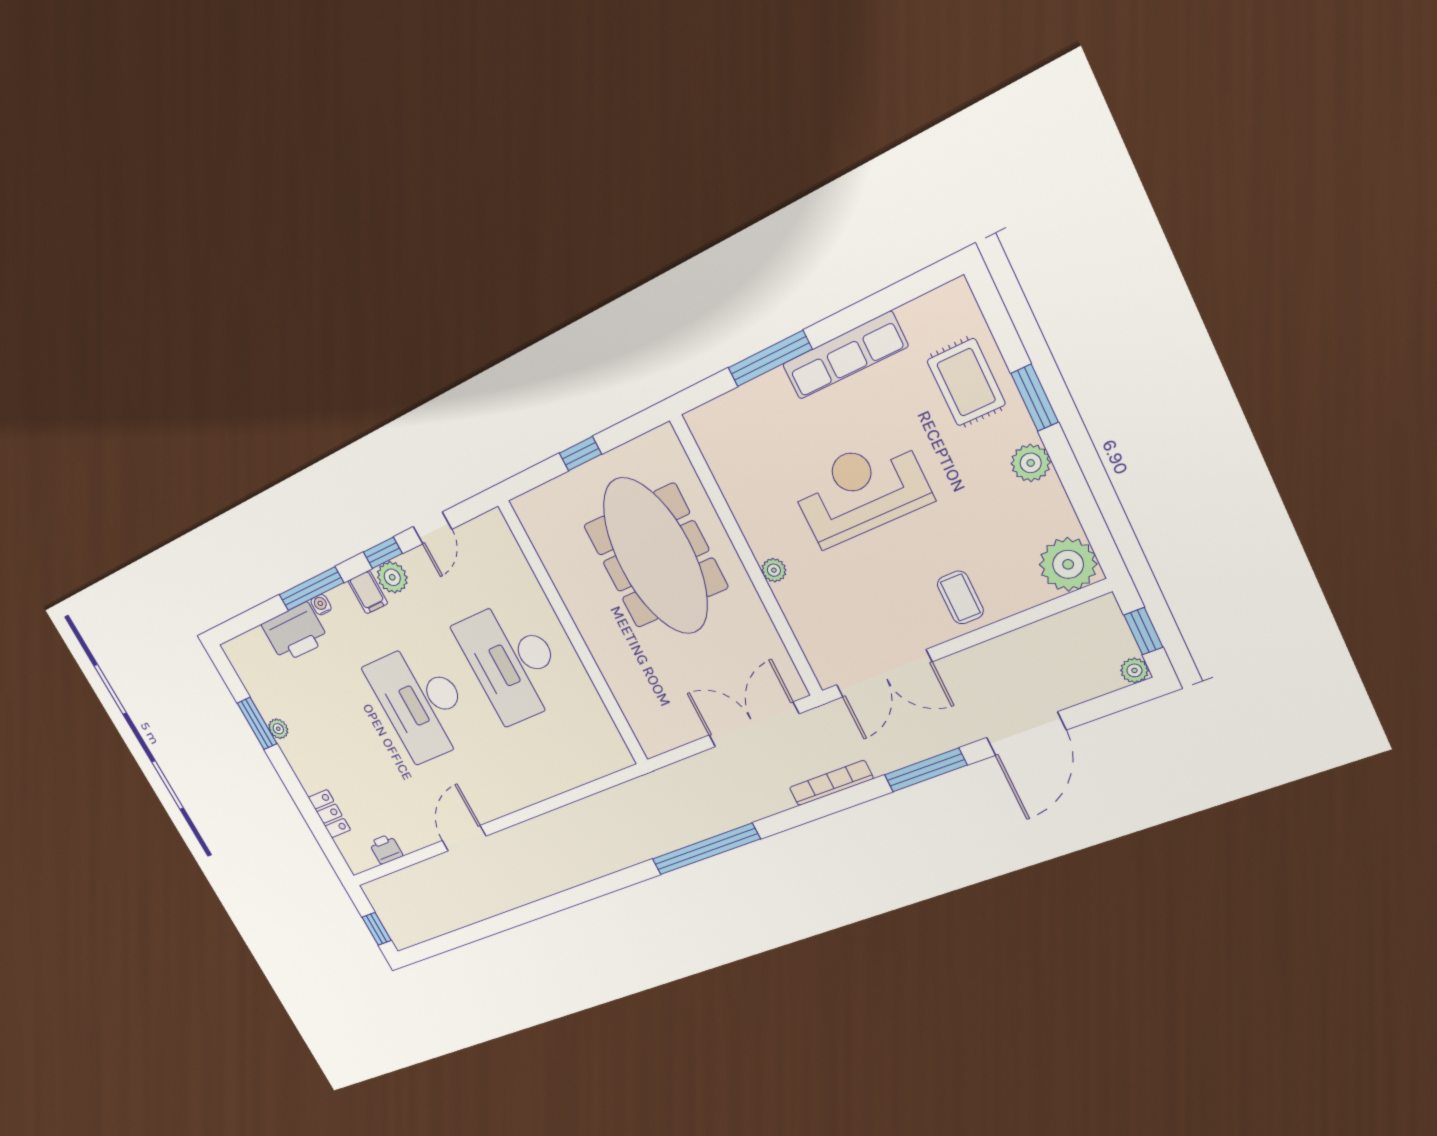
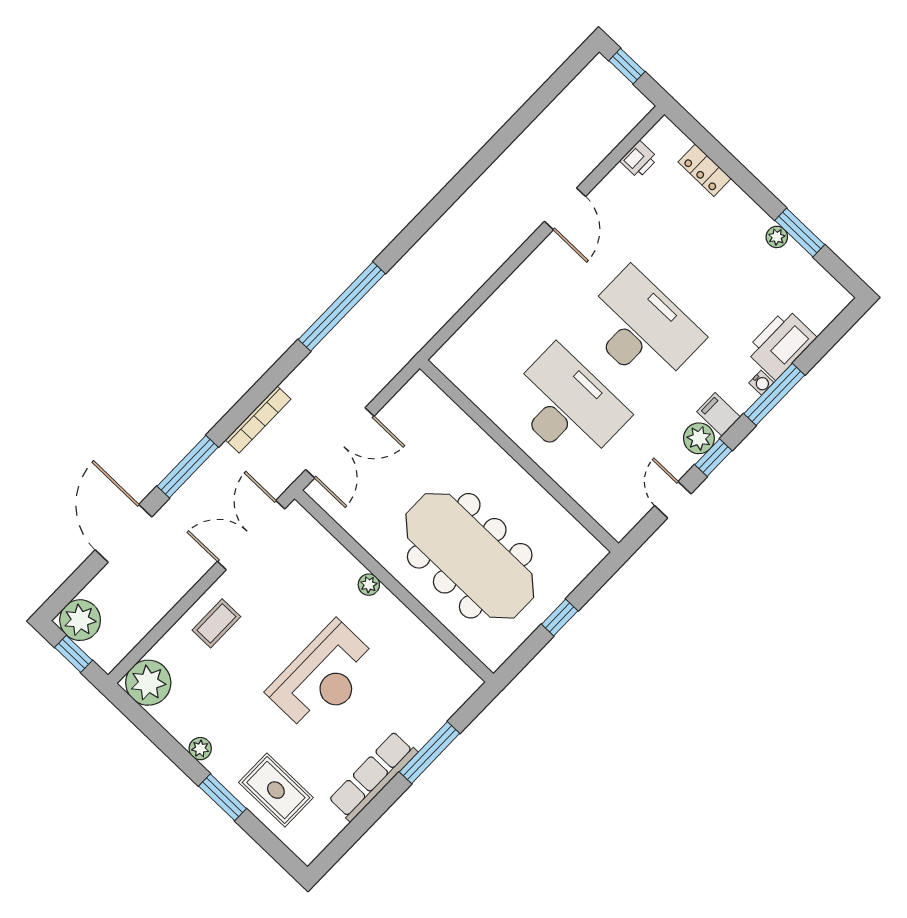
plant: (1031, 463) -> (200, 749), width x0.73, depth x0.73
coffee table: (960, 598) -> (216, 623), turned 90
plant: (1134, 670) -> (80, 620), width x1.88, depth x1.88

